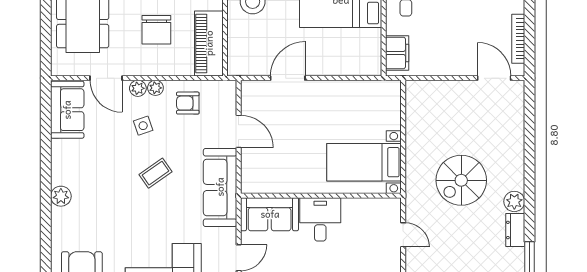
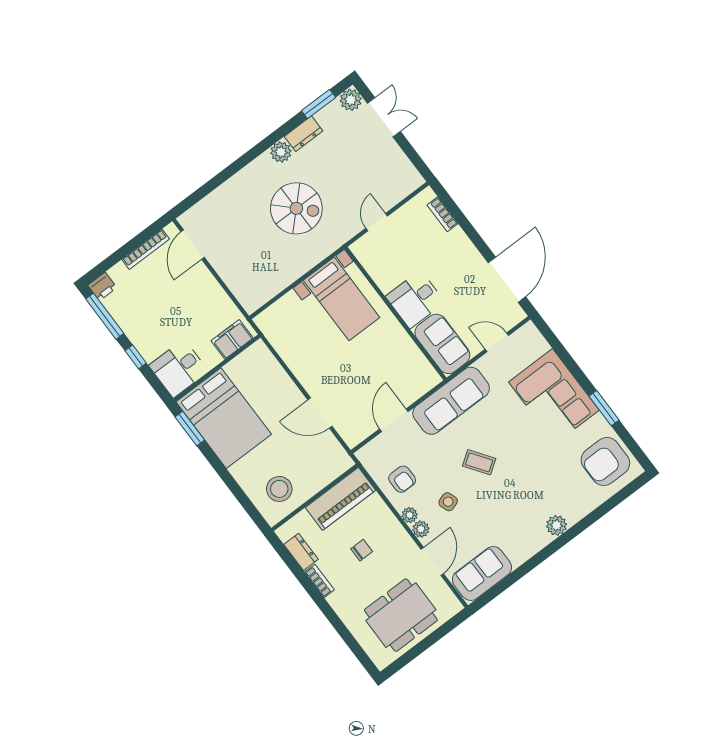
chair: (156, 30) -> (362, 550), width x0.54, depth x0.54

